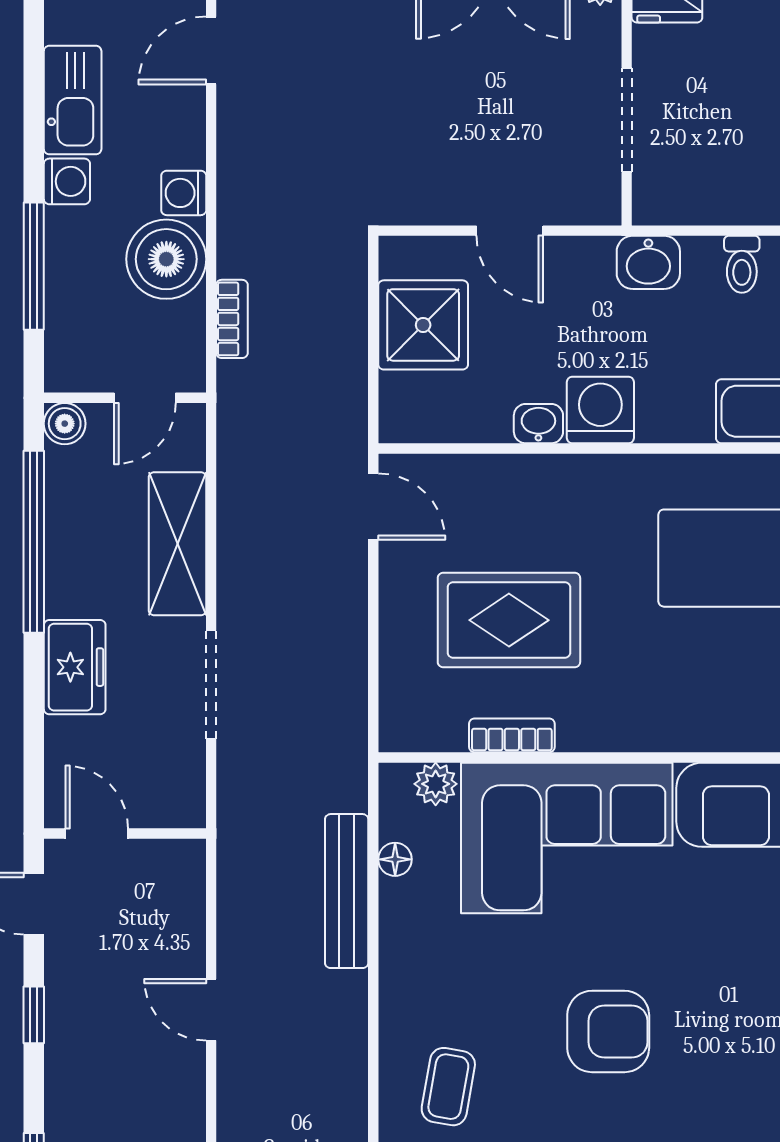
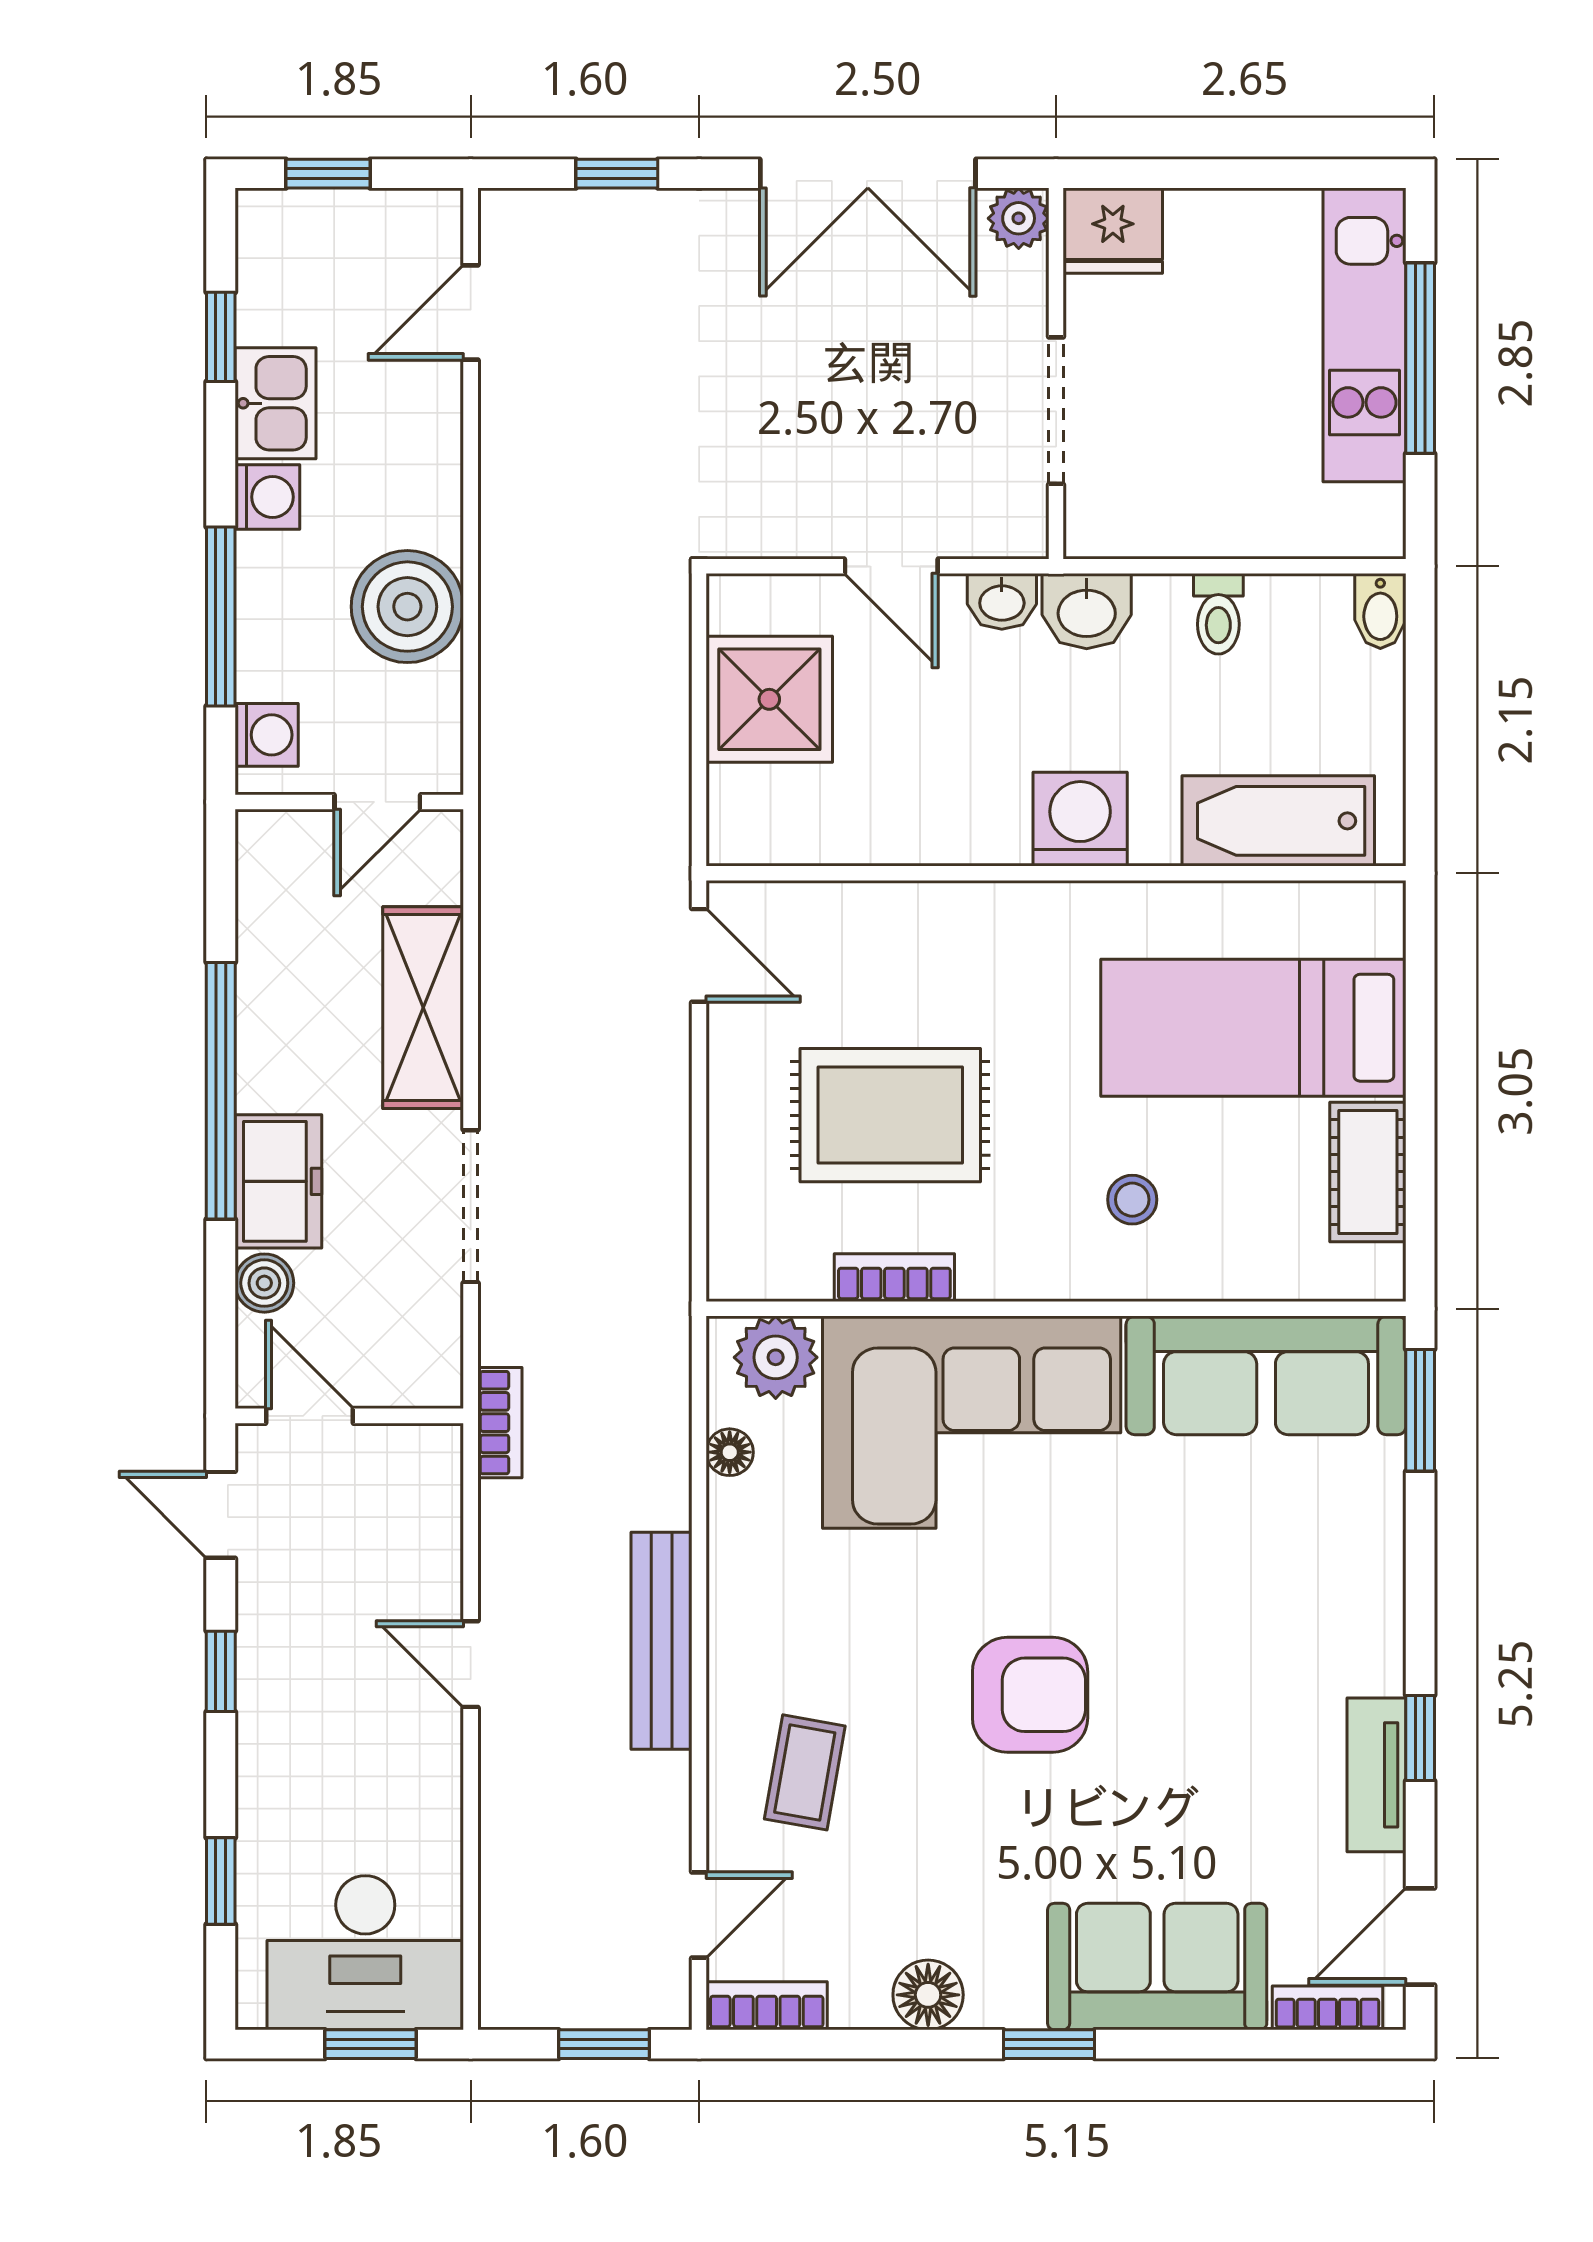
window: (34, 68) -> (221, 337), added
kitchen sink: (73, 100) -> (275, 403), width x0.73
washing machine: (184, 193) -> (267, 735), moved, turned 180
bookcase: (232, 319) -> (500, 1423), moved
washing machine: (600, 410) -> (1080, 819), moved
boiler: (65, 424) -> (264, 1283), moved
washbasin: (538, 424) -> (1002, 601), moved, turned 180
window: (34, 542) -> (221, 1091), moved
stool: (681, 680) -> (1132, 1200), added
plant: (436, 784) -> (776, 1357), width x1.38, depth x1.38
bench: (347, 891) -> (662, 1641), moved

